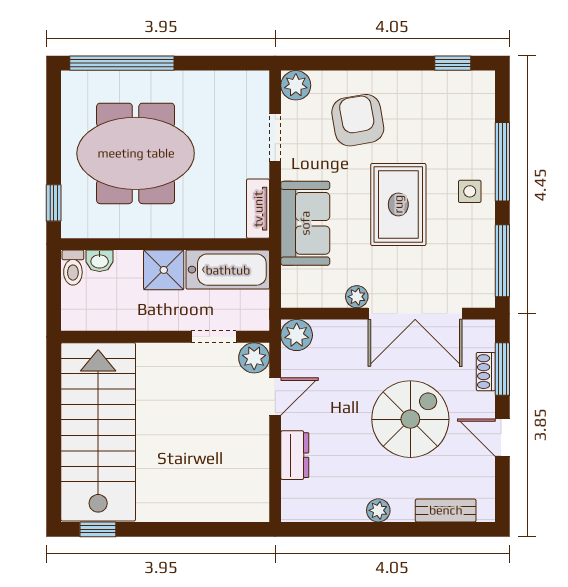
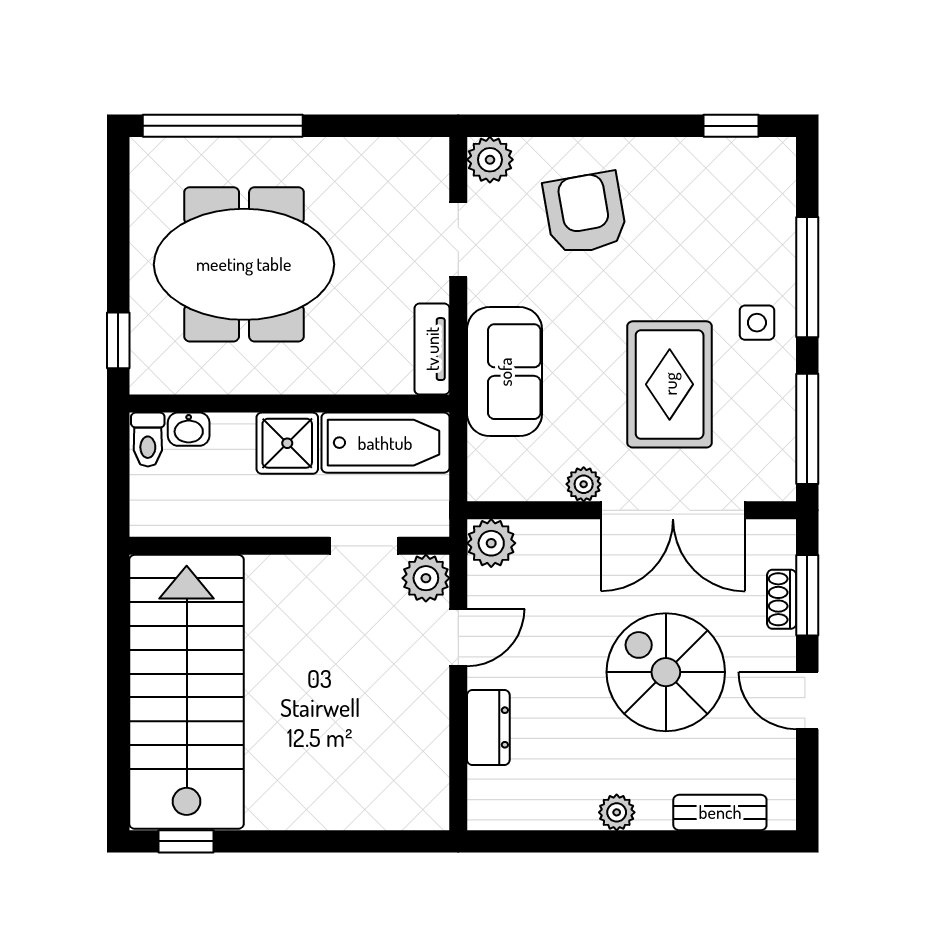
rug: (398, 204) -> (670, 384), moved
spiral stairs: (410, 419) -> (666, 672), turned -90

